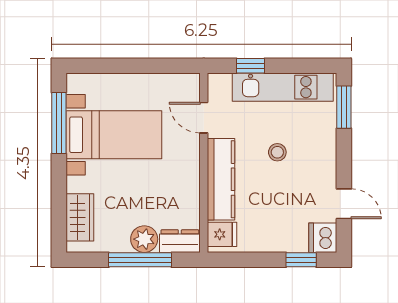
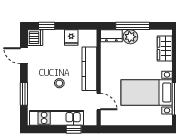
window: (344, 107) -> (24, 94), moved
fridge: (222, 234) -> (71, 37), moved, turned -90

